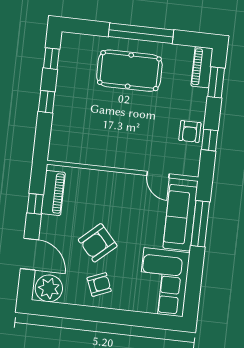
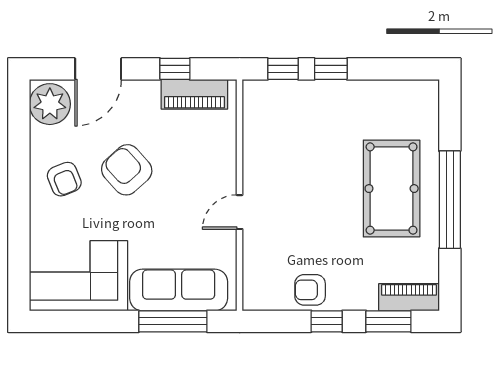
window: (51, 59) -> (283, 69), moved
window: (210, 140) -> (327, 321), moved
door: (158, 175) -> (240, 212), moved

